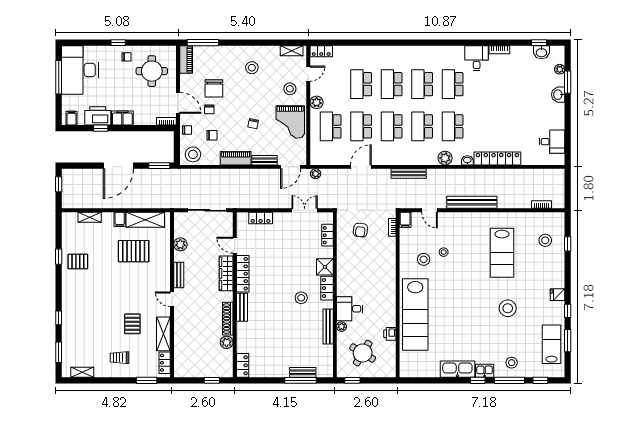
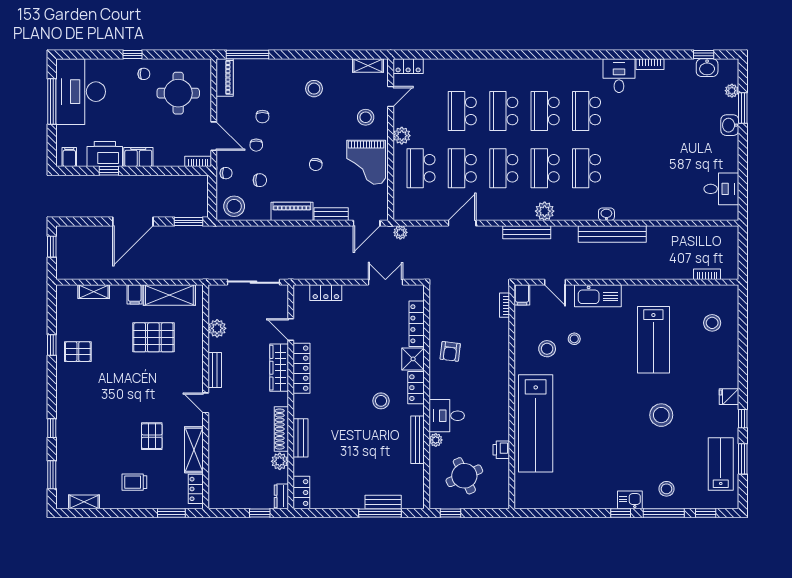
chair: (214, 88) -> (262, 117), width x0.54, depth x0.54
plant: (445, 158) -> (545, 211), moved
locker: (497, 158) -> (647, 212), removed
bench: (472, 202) -> (612, 234), moved
armchair: (360, 230) -> (450, 351), moved
locker: (327, 235) -> (417, 324), width x1.53
window: (568, 244) -> (743, 328), removed
bench: (242, 307) -> (301, 438), moved
round table: (363, 353) -> (464, 476), turned 35
dresser: (228, 368) -> (281, 496), added
kitchen sink: (457, 369) -> (598, 296), moved, turned 180

